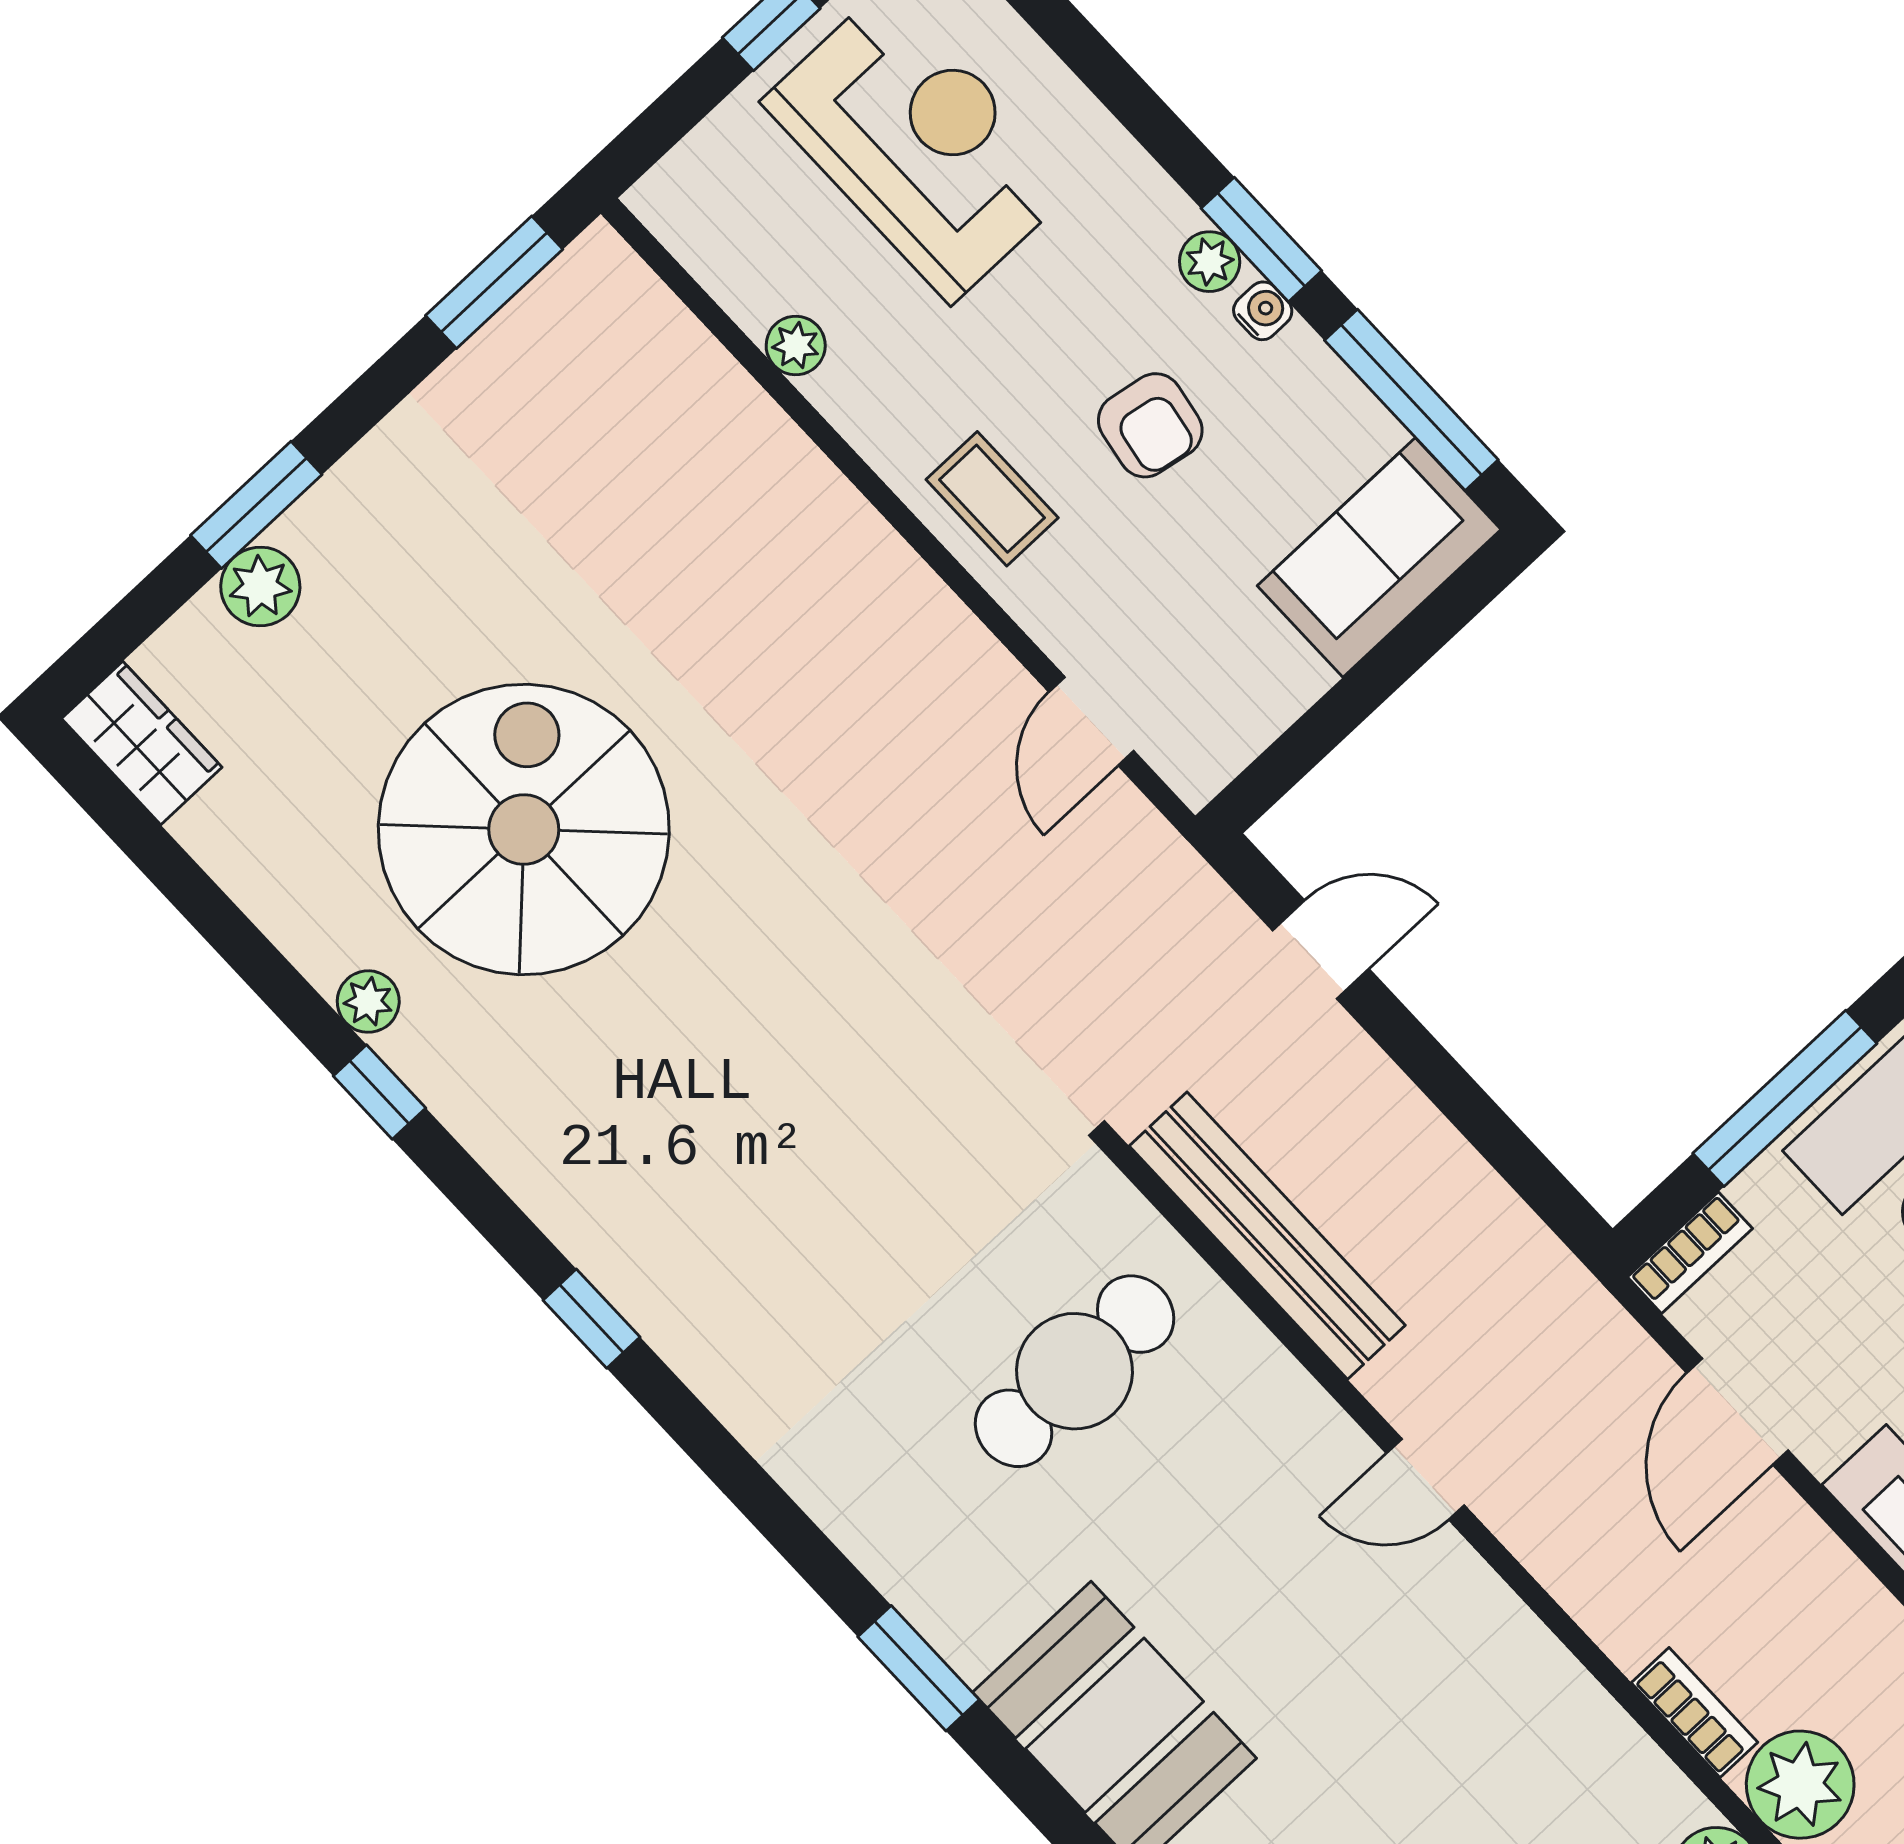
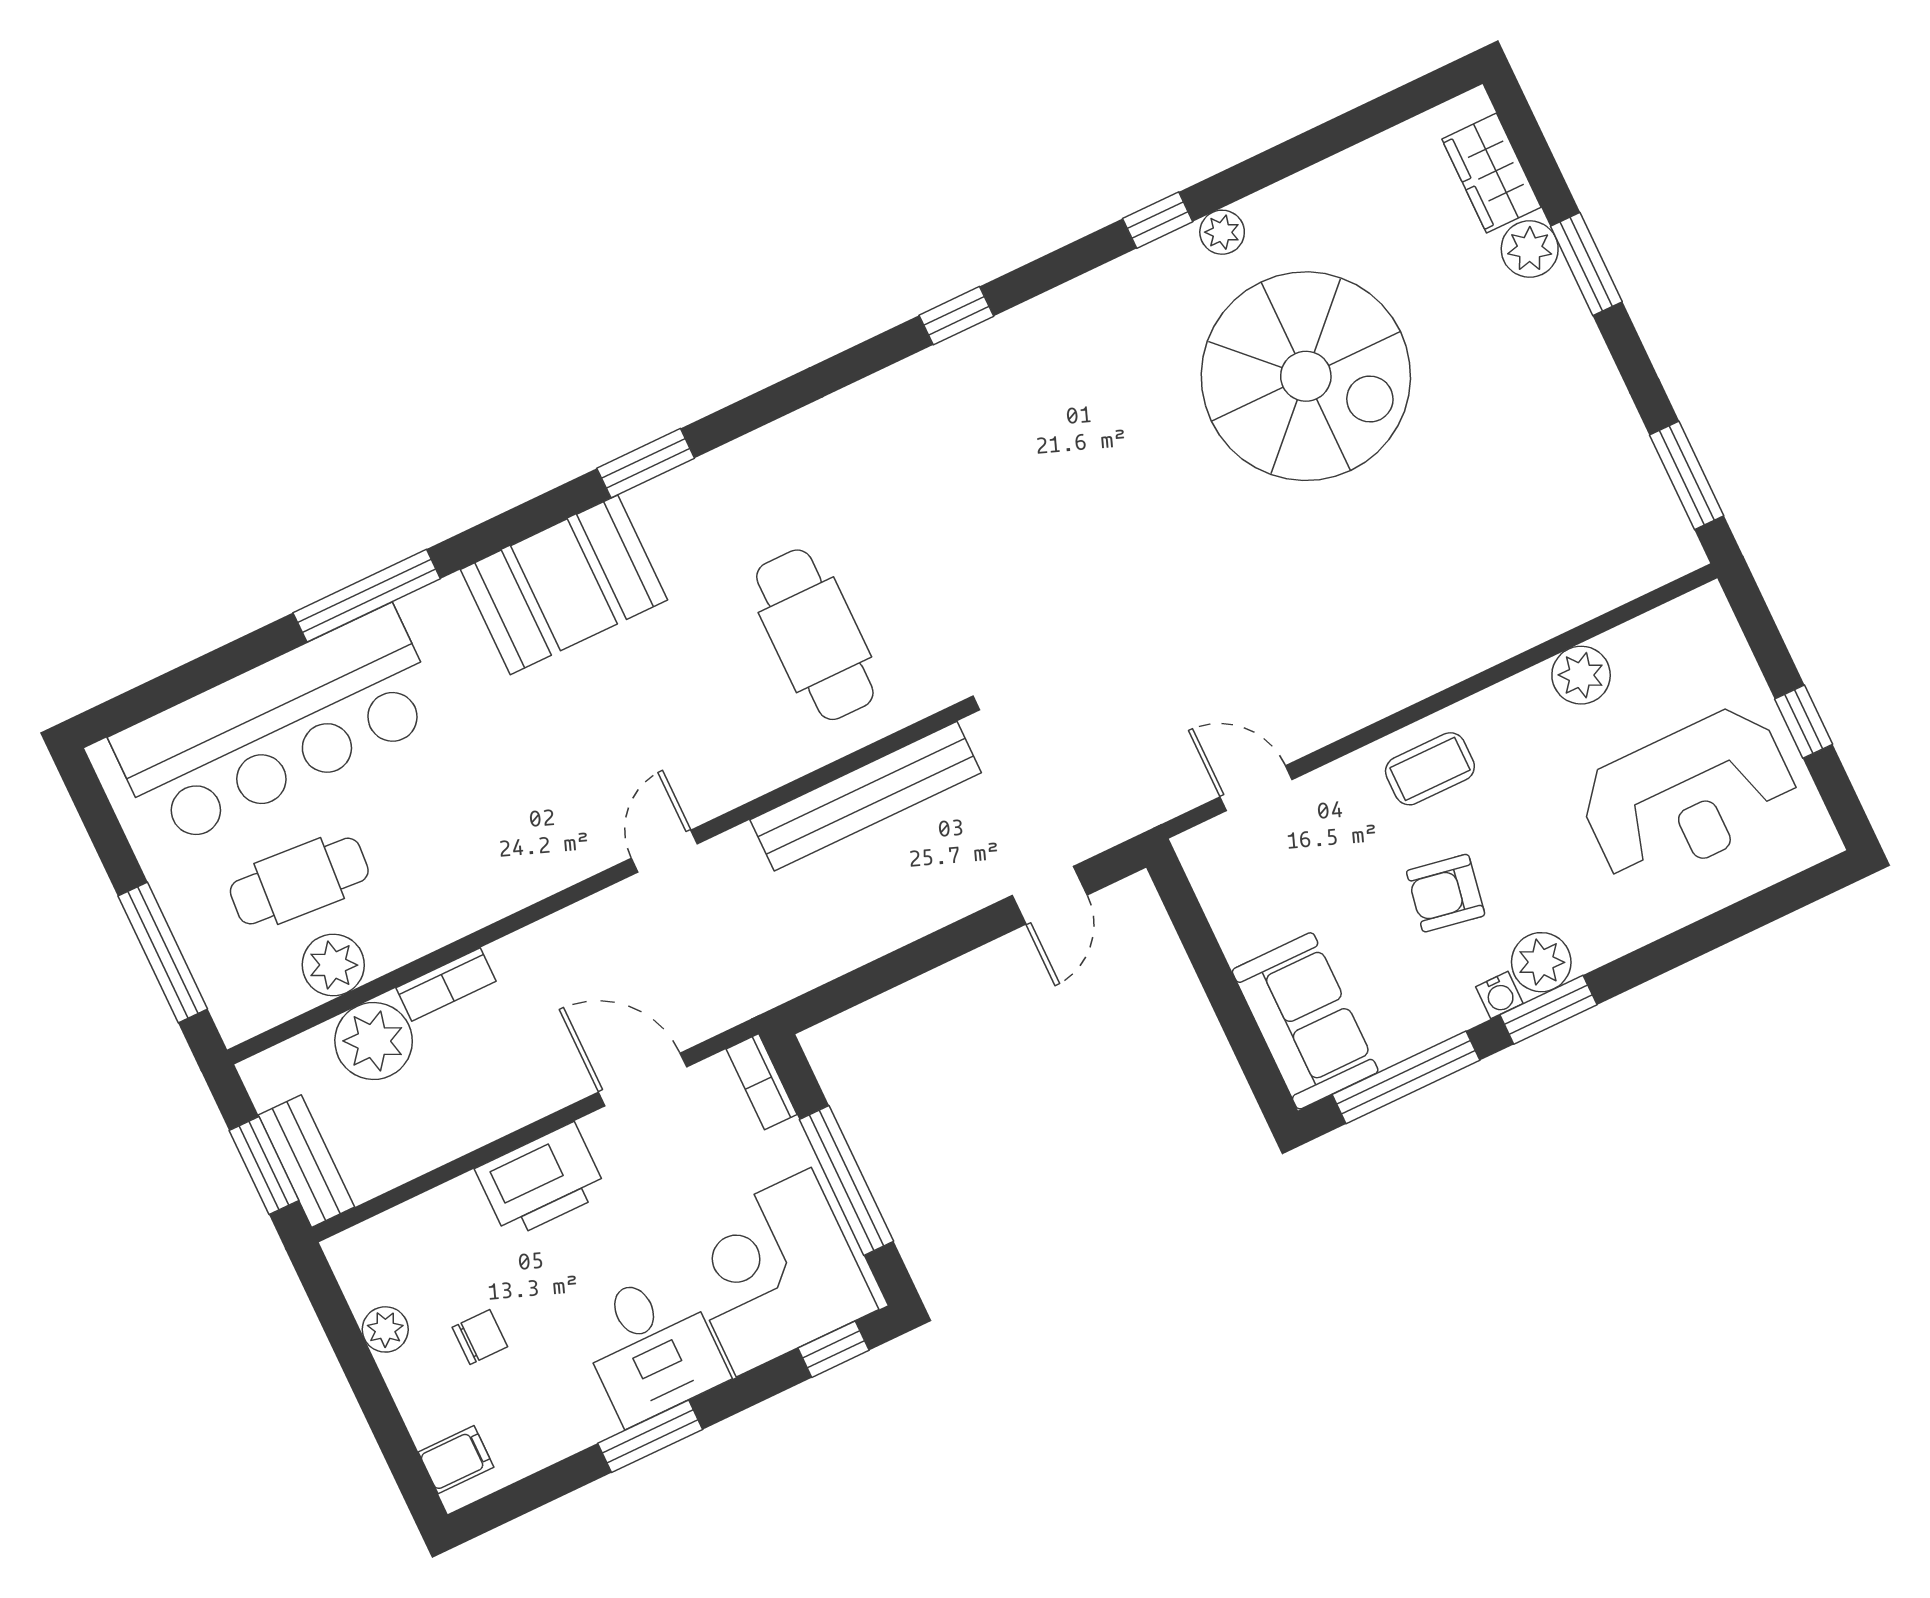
plant: (1210, 262) -> (1541, 962), width x1.38, depth x1.38
plant: (796, 345) -> (1581, 675), width x1.38, depth x1.38
wardrobe: (142, 743) -> (1491, 173), moved, turned 90

